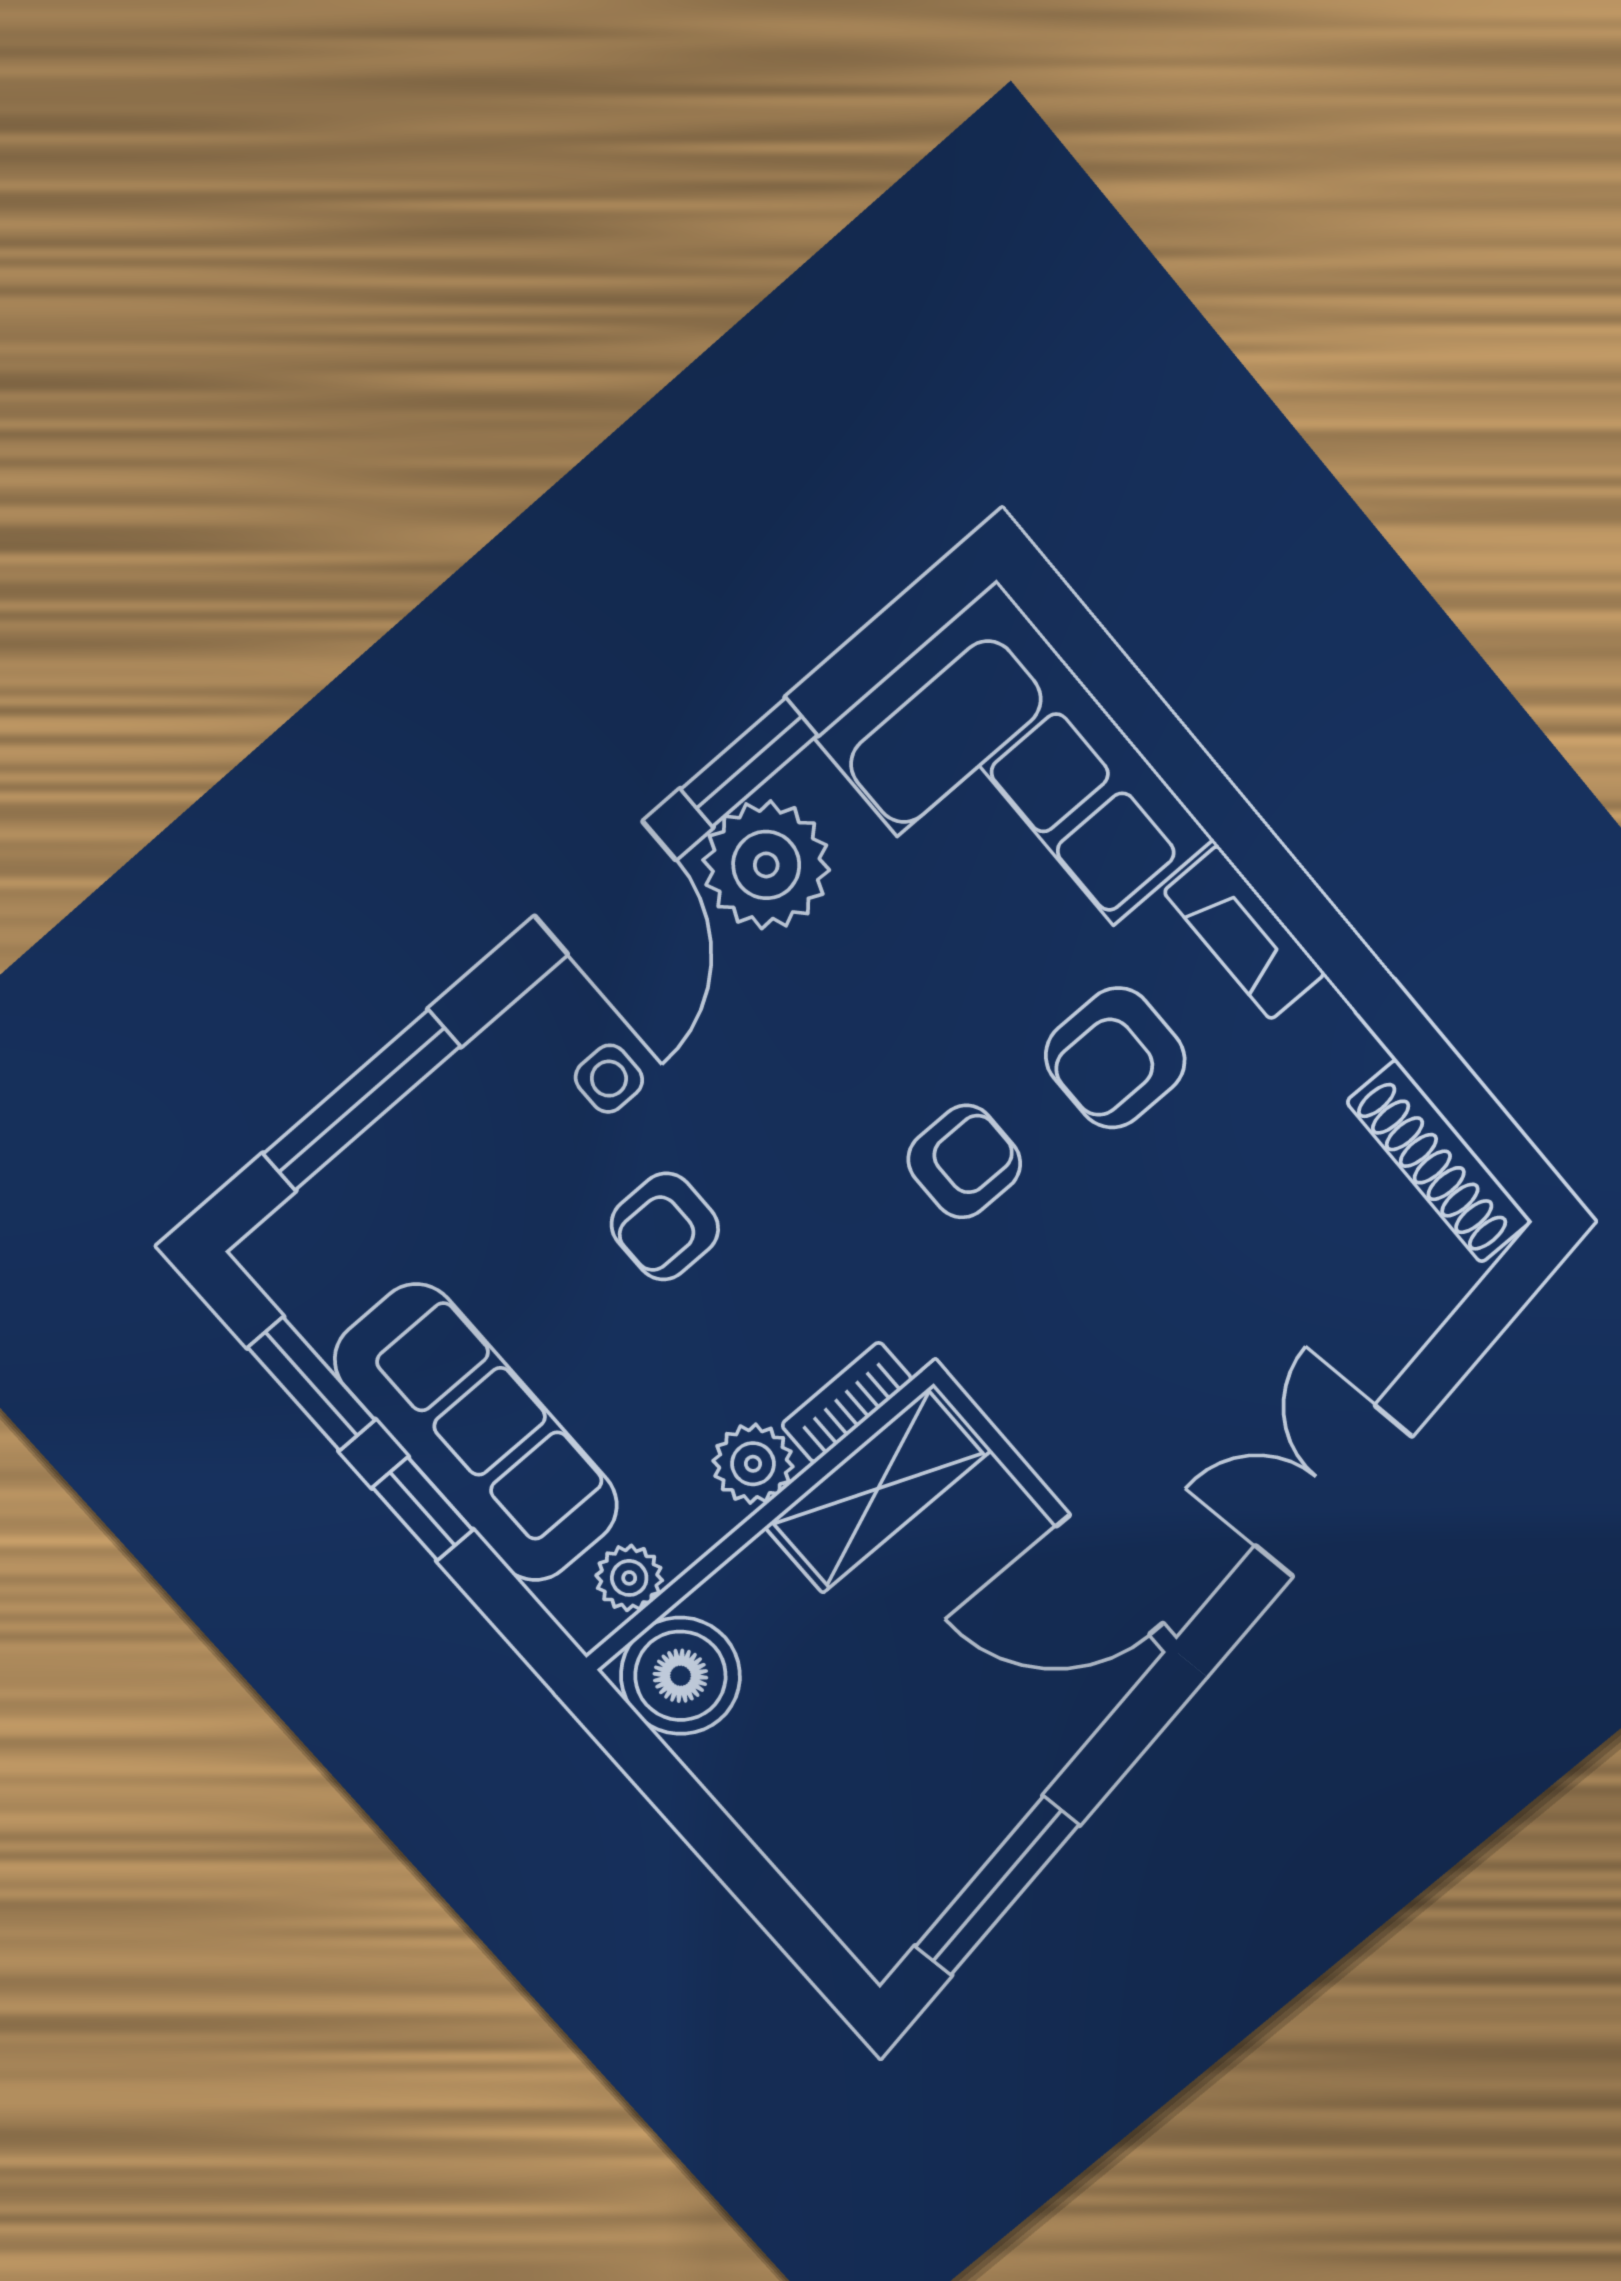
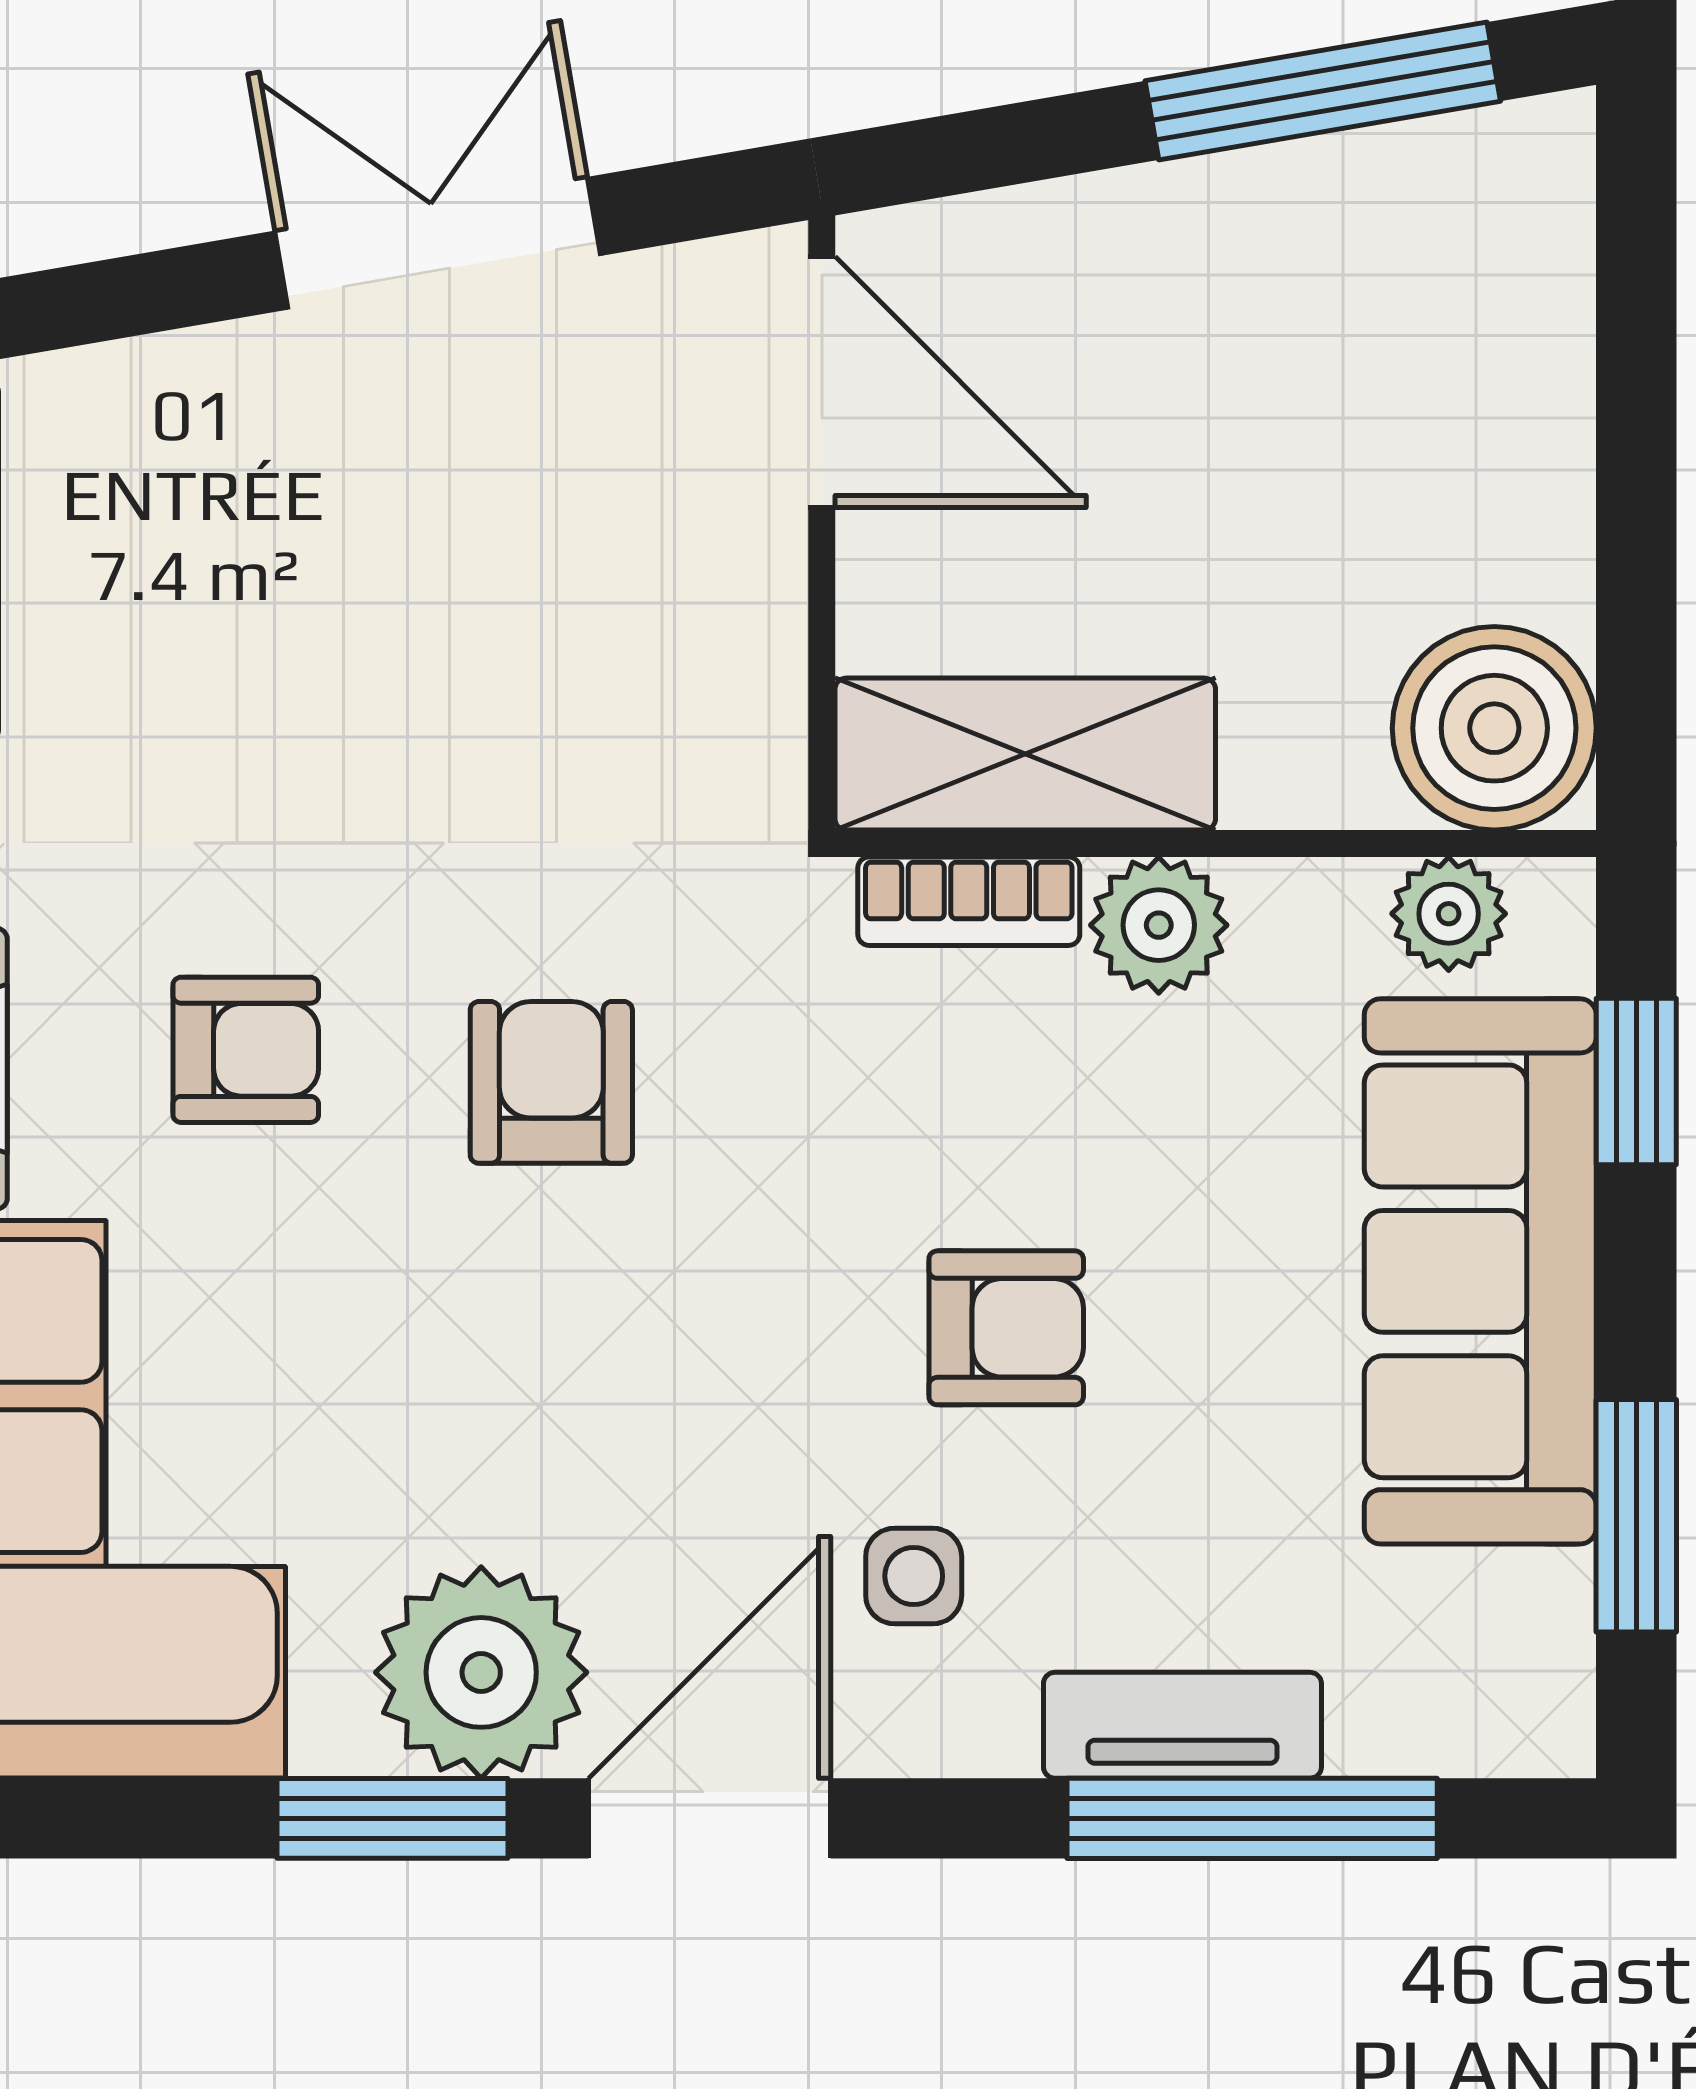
armchair: (1115, 1058) -> (246, 1050), width x0.72, depth x0.72
tv unit: (430, 1115) -> (1182, 1725), added
armchair: (964, 1161) -> (551, 1082), turned 90
double door: (1334, 1491) -> (438, 243), swing flipped
window: (423, 1509) -> (1636, 1082), moved

